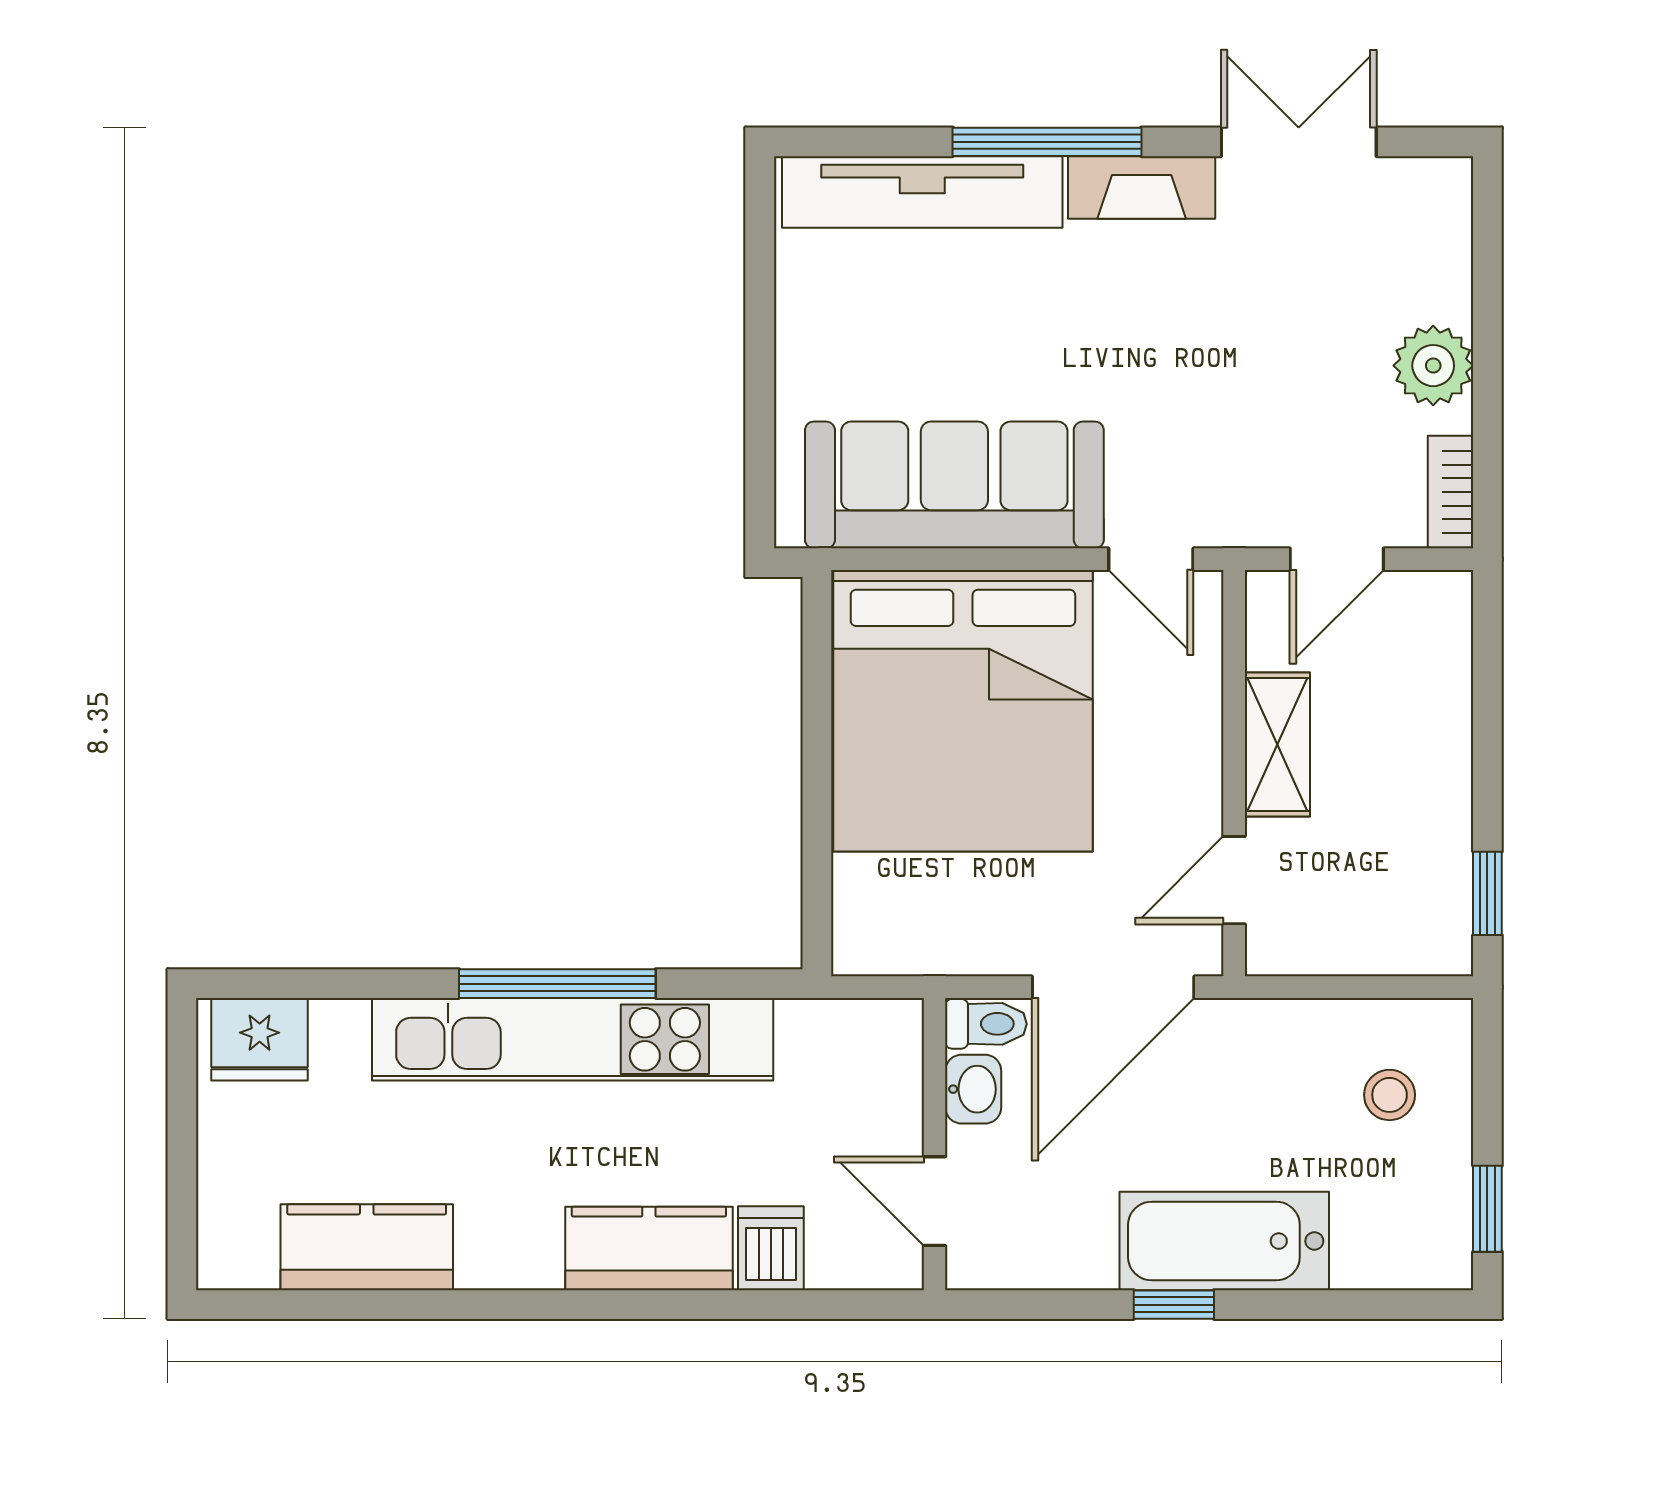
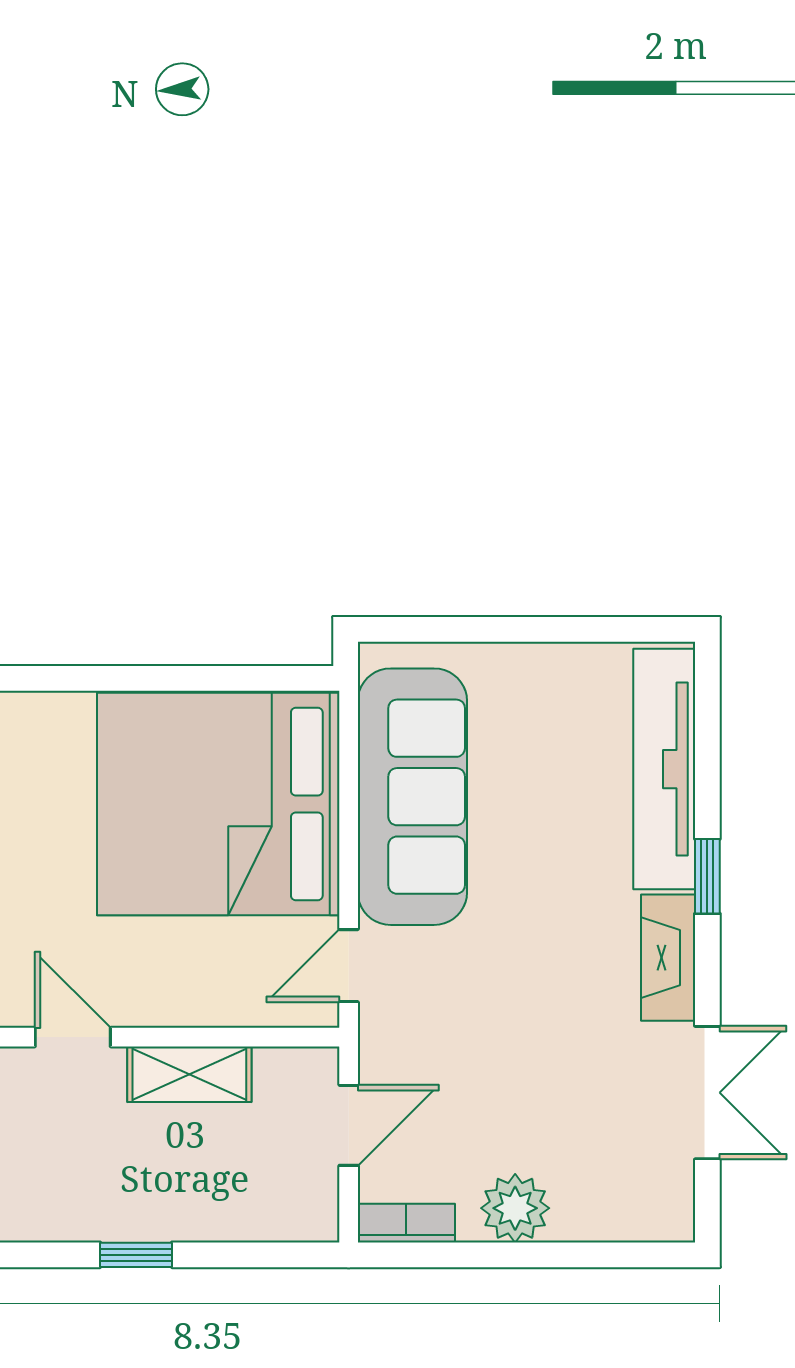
window: (1047, 142) -> (707, 876), width x0.46
door: (1337, 559) -> (349, 1125), swing flipped
window: (1487, 893) -> (136, 1255), moved

